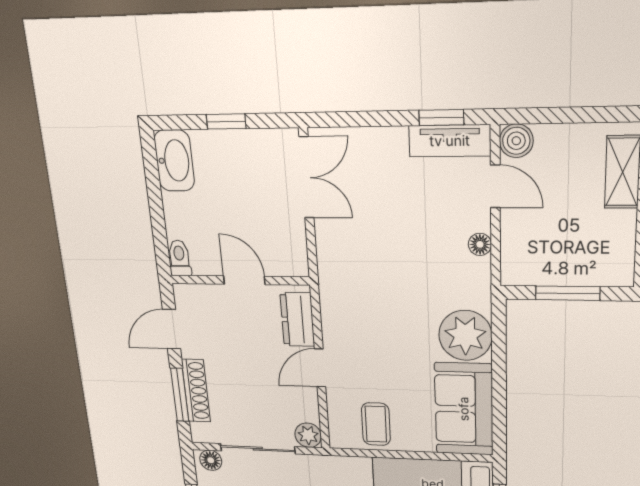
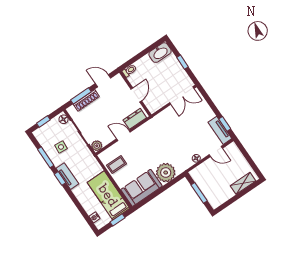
boiler: (516, 141) -> (232, 149), removed
door: (495, 186) -> (216, 151), hinge flipped

